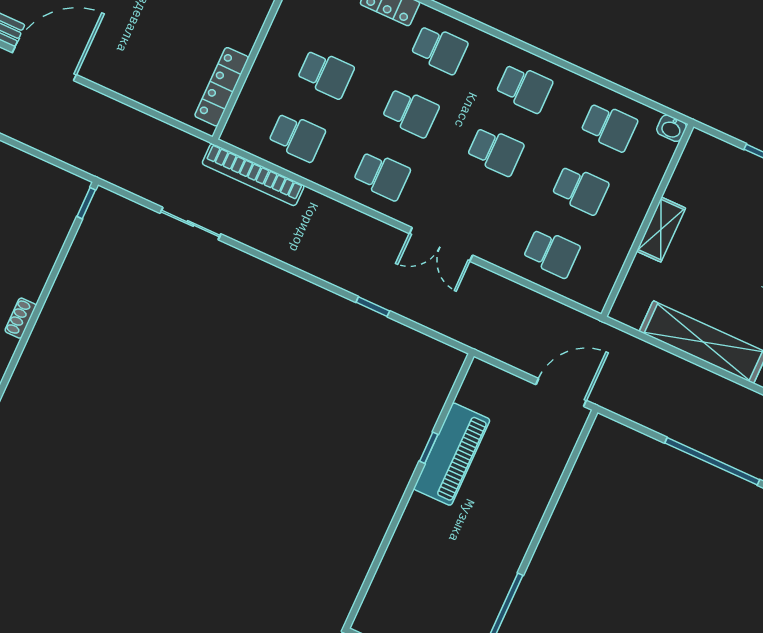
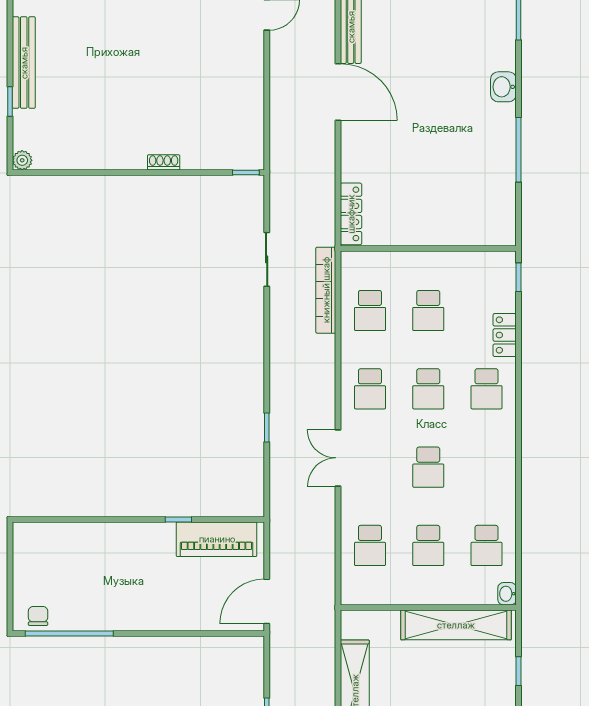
locker: (222, 87) -> (351, 214), moved, turned 90
school desk: (524, 88) -> (487, 467), removed
shelving: (661, 230) -> (456, 625), width x2.20, depth x1.33
shoe rack: (21, 318) -> (164, 162), moved
door: (561, 392) -> (267, 601), swing flipped
piano: (452, 454) -> (217, 539), moved

